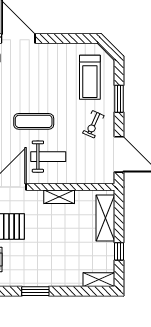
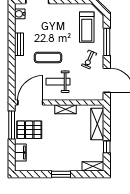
window: (119, 99) -> (107, 42), width x1.44
weight bench: (48, 157) -> (58, 82), turned 180
window: (35, 291) -> (61, 174), moved

